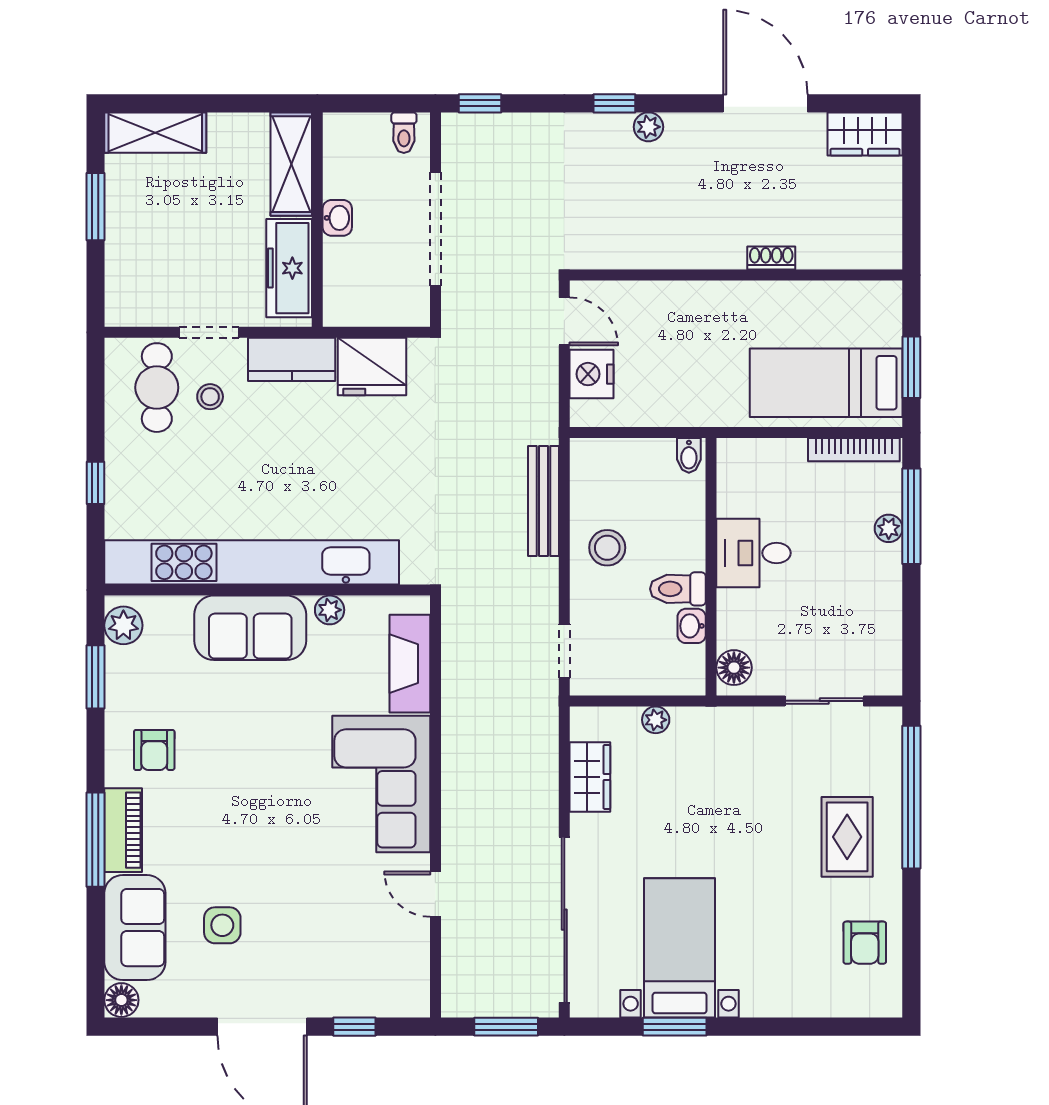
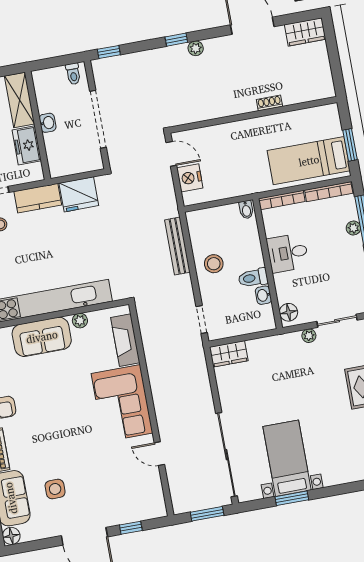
freezer: (289, 268) -> (27, 145), width x0.71
bookcase: (761, 449) -> (282, 200), added
plant: (656, 720) -> (309, 336), moved
wardrobe: (590, 777) -> (229, 354), moved, turned 90

